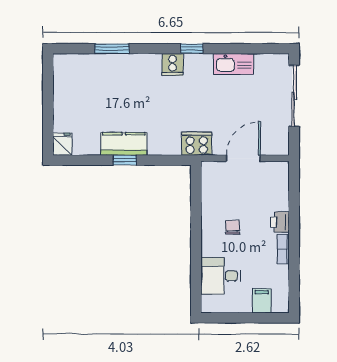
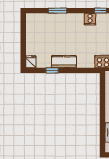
window: (125, 160) -> (52, 70), moved

